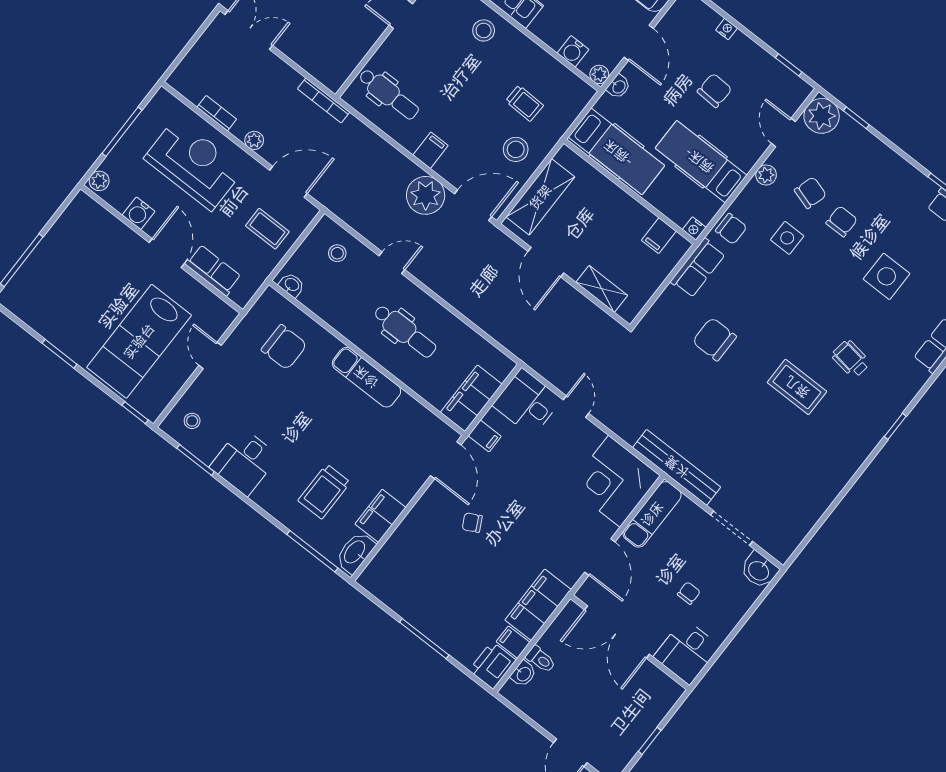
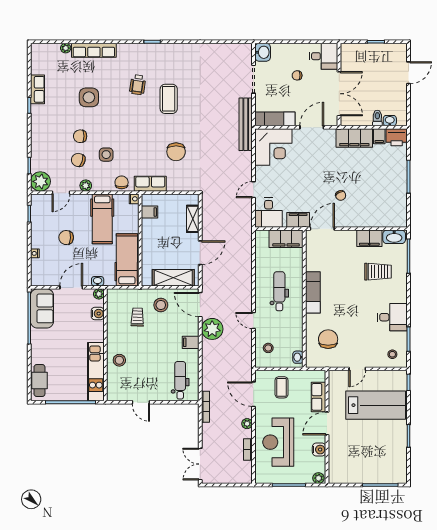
filing cabinet: (485, 436) -> (298, 220), width x2.00

